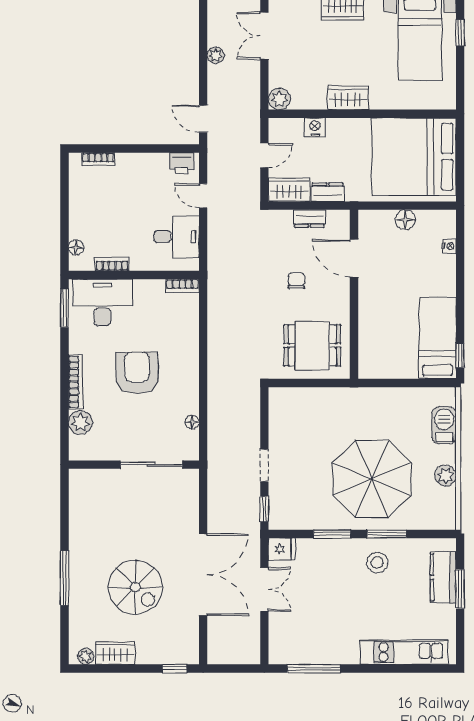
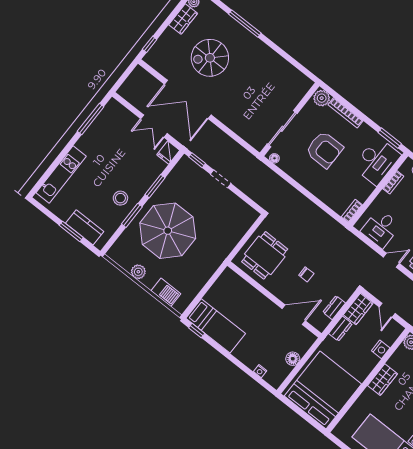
wall: (134, 465) -> (290, 119), moved
sliding door: (151, 465) -> (282, 129), moved

